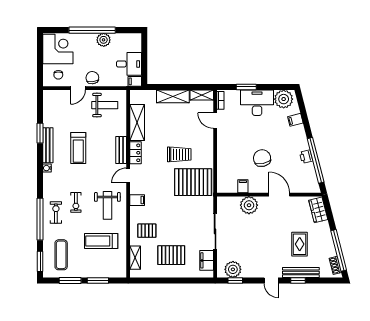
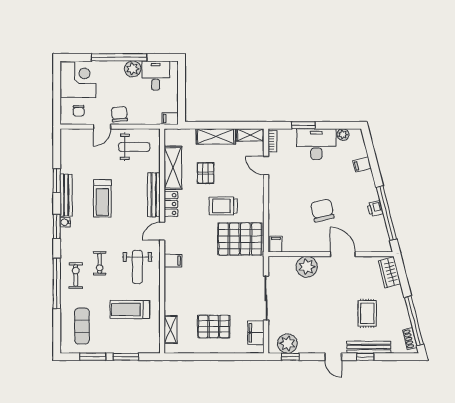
desk: (129, 64) -> (156, 76), moved, turned -90
plant: (284, 99) -> (343, 135), width x0.53, depth x0.53
bench: (121, 150) -> (154, 195), width x1.36
trolley: (179, 154) -> (223, 206), turned 180
filing cabinet: (243, 186) -> (276, 244), moved
pallet: (147, 231) -> (206, 173), moved, turned 90
window: (40, 261) -> (57, 227), moved

